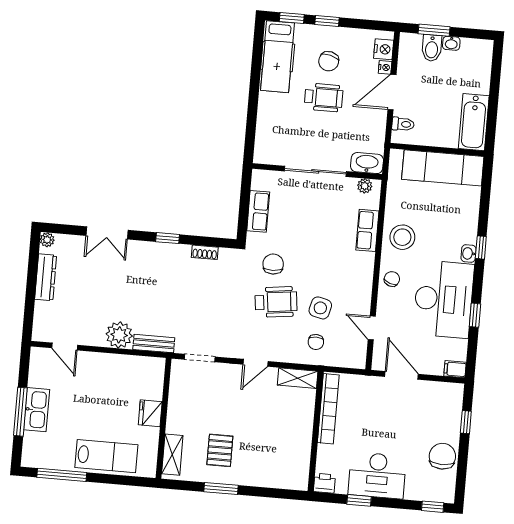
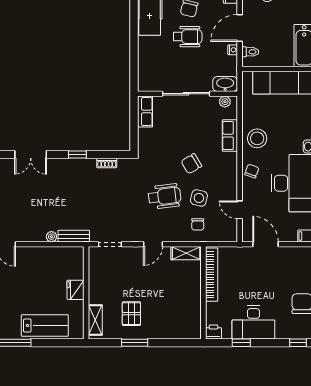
nightstand: (385, 67) -> (233, 50), moved
row of seats: (258, 211) -> (145, 111), moved
chair: (273, 264) -> (191, 164), moved, turned -119
plant: (119, 335) -> (51, 237), width x0.53, depth x0.53

